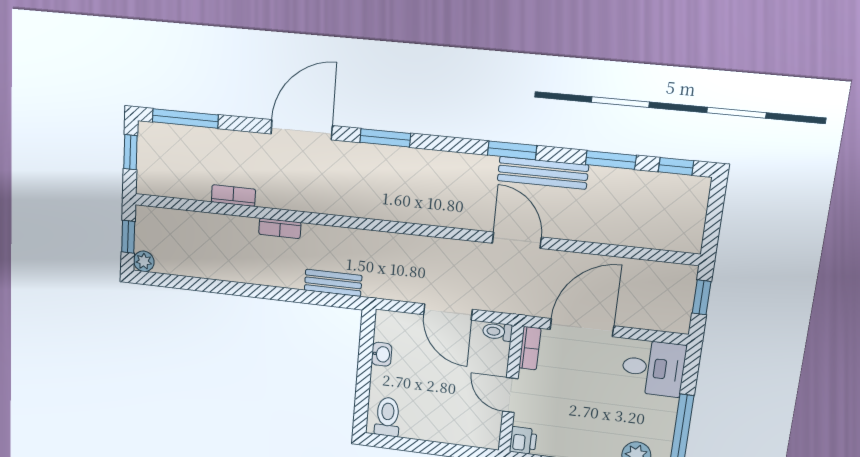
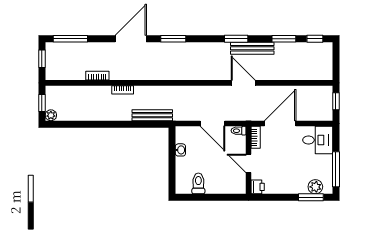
bench: (333, 283) -> (152, 115), width x1.36
toilet: (387, 417) -> (198, 183), moved

